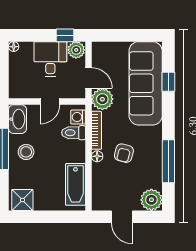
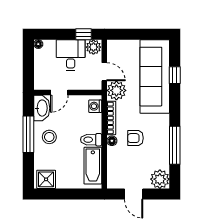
door: (50, 101) -> (59, 92), moved
toilet: (73, 133) -> (91, 140), moved
armchair: (124, 153) -> (136, 138), turned 75

